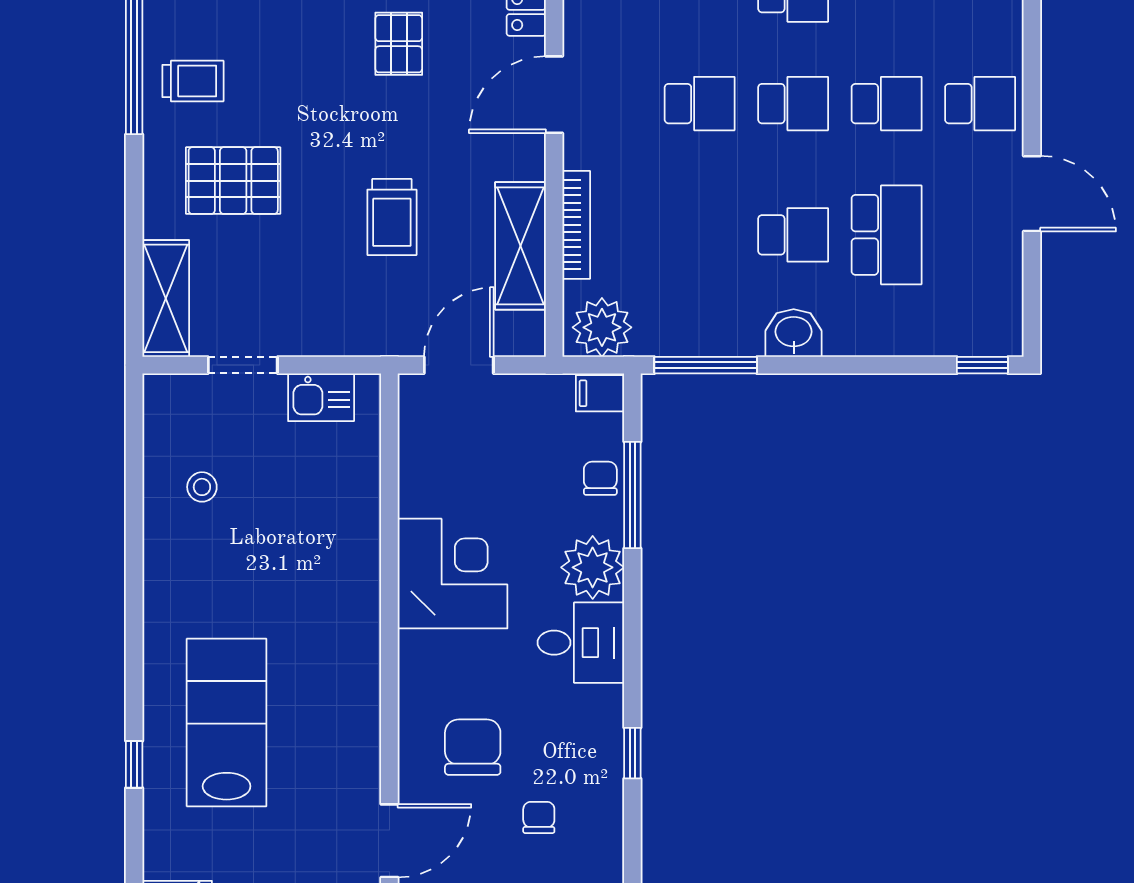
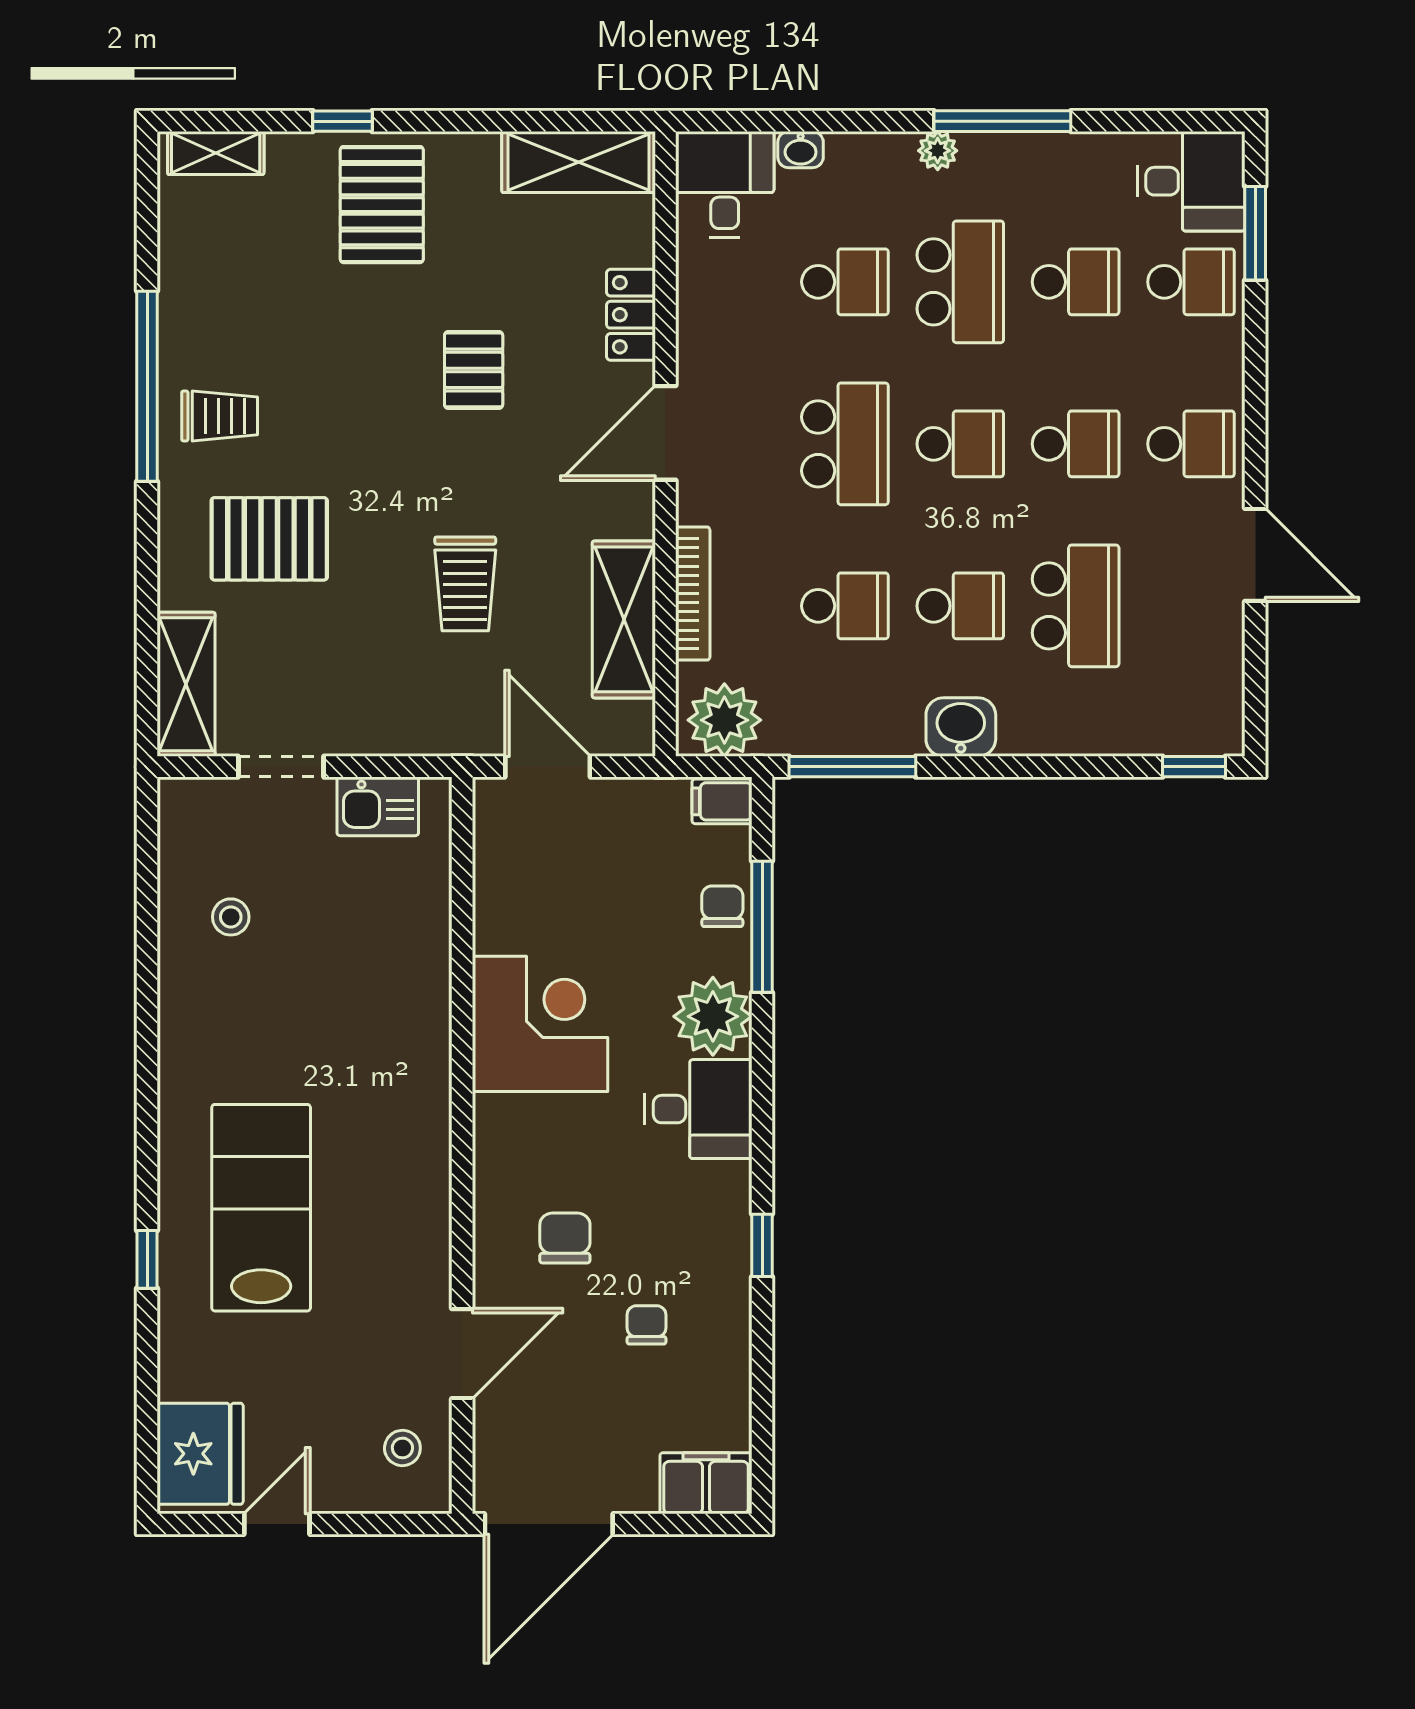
school desk: (700, 104) -> (845, 444), width x1.85
school desk: (700, 235) -> (845, 606), added
door: (459, 365) -> (548, 767), hinge flipped
chair: (473, 747) -> (565, 1238), width x0.73, depth x0.73

